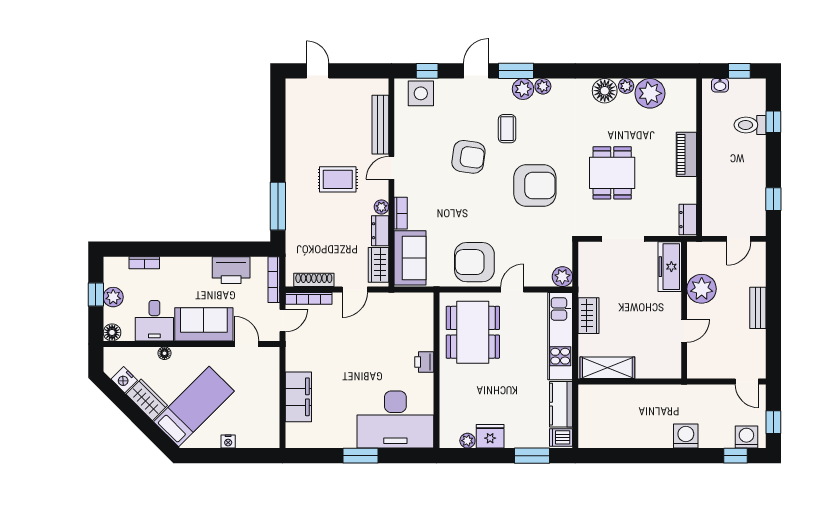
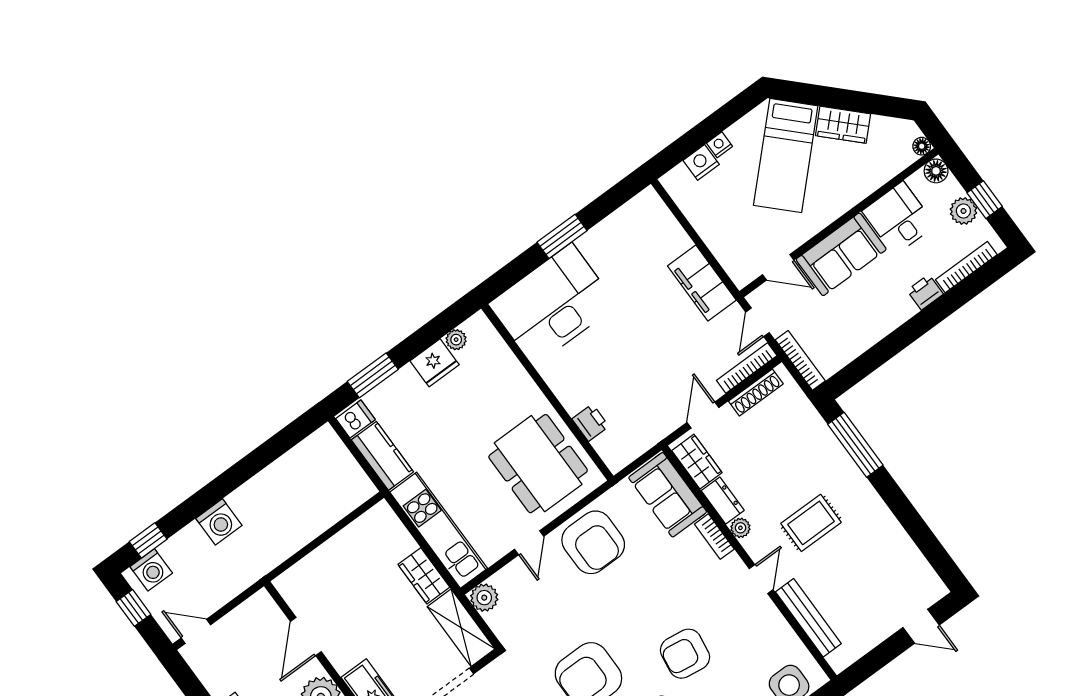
armchair: (474, 262) -> (593, 542), turned 90
bookcase: (144, 263) -> (966, 267), width x1.56
printer: (231, 270) -> (925, 292), moved, width x0.53, depth x0.68
door: (684, 331) -> (306, 636), width x1.38
floor lamp: (164, 353) -> (922, 146), moved
printer: (424, 362) -> (590, 423), moved
shelving: (607, 368) -> (461, 628), moved, turned 90
nightstand: (124, 380) -> (701, 162), moved, turned -45
filing cabinet: (298, 397) -> (702, 283), moved

